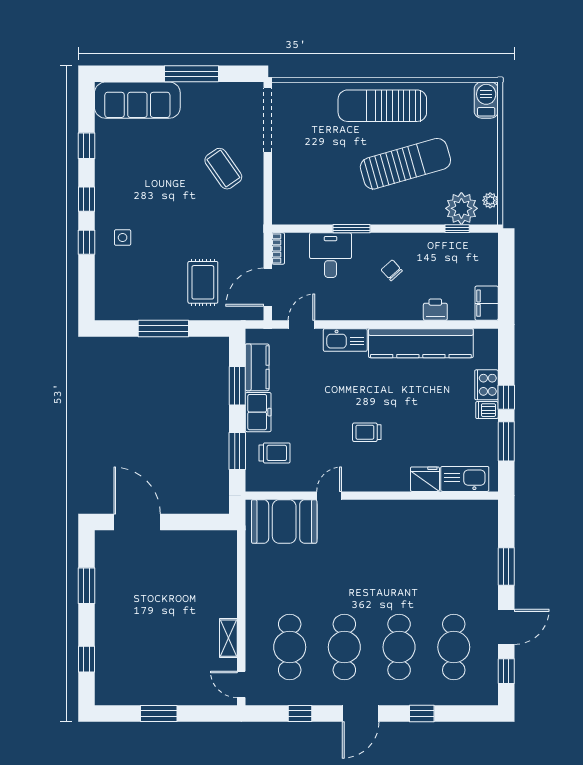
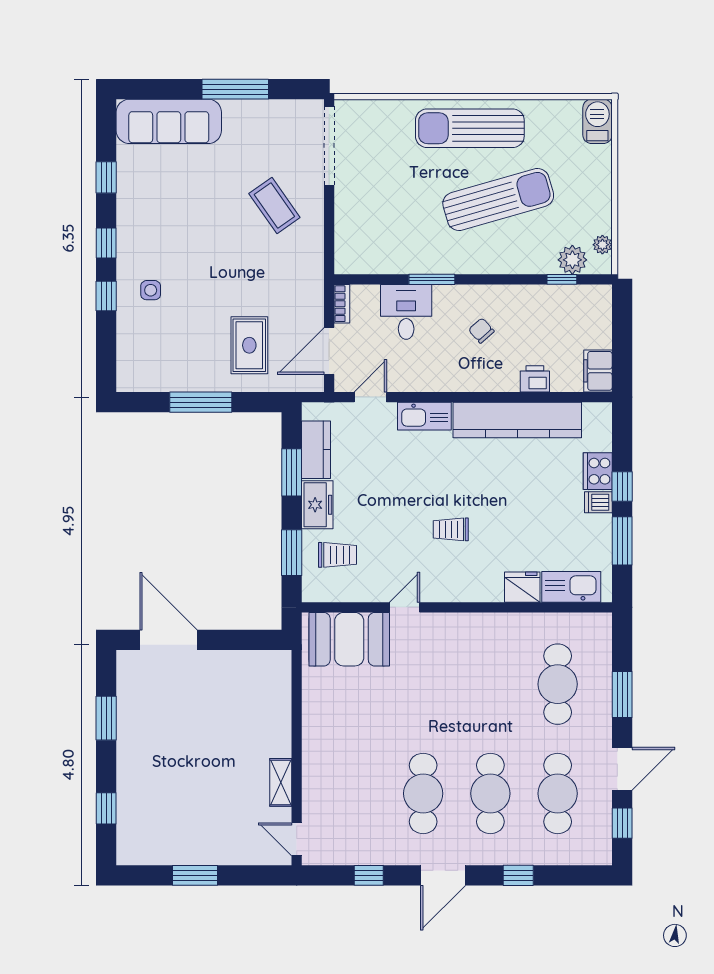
plant: (461, 208) -> (572, 260), width x0.73, depth x0.73
cafe table: (290, 647) -> (558, 684), moved

